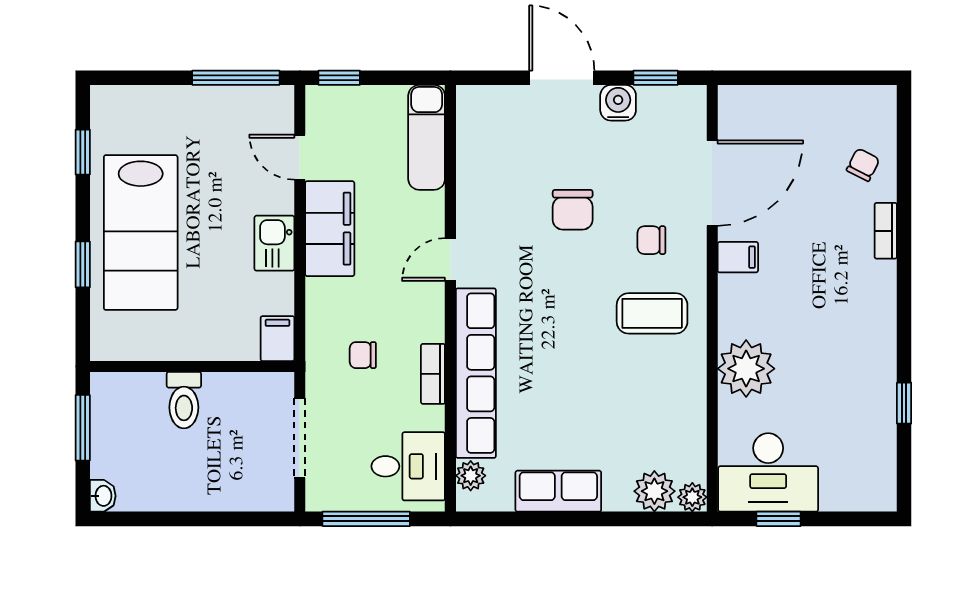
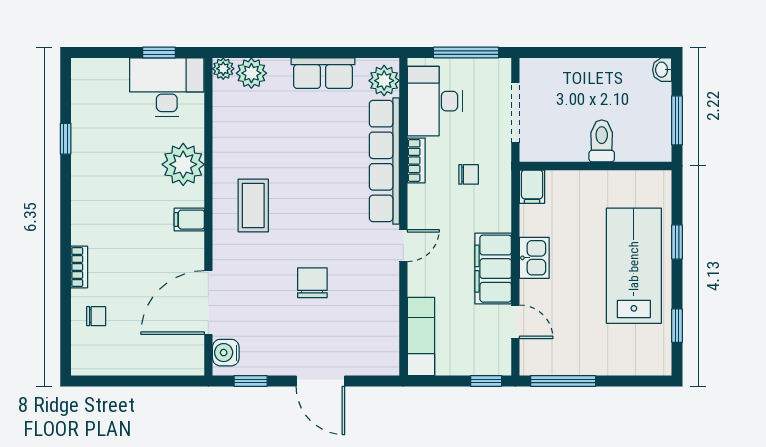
water cooler: (618, 103) -> (226, 353), moved, turned 90
chair: (863, 165) -> (96, 316), turned -117
chair: (651, 240) -> (254, 260), removed
filing cabinet: (738, 257) -> (189, 220), moved
coffee table: (652, 313) -> (253, 206), turned 90
desk: (408, 466) -> (435, 101), width x1.37
plant: (471, 476) -> (384, 81), width x1.38, depth x1.38

